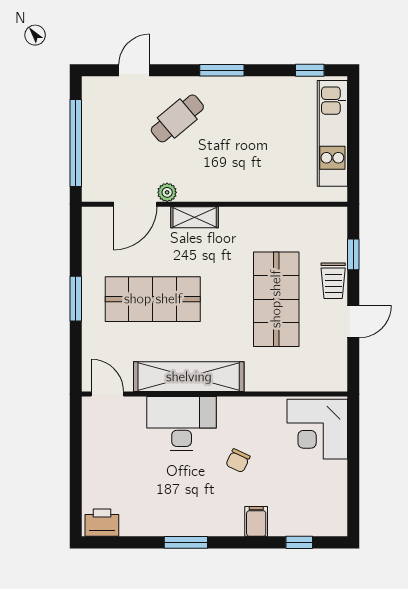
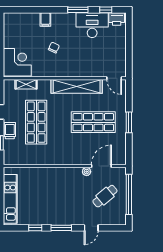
door: (134, 70) -> (91, 228), moved
window: (310, 70) -> (35, 228), moved
cafe table: (177, 118) -> (105, 196), moved
shelving: (195, 217) -> (26, 84), moved
desk: (182, 424) -> (92, 25), moved, turned 180
window: (299, 542) -> (106, 10), moved

